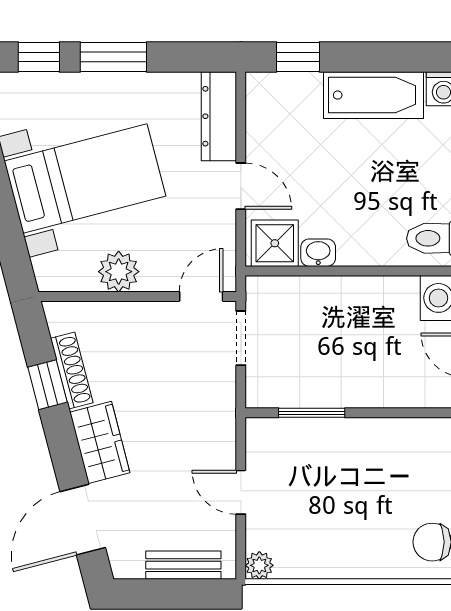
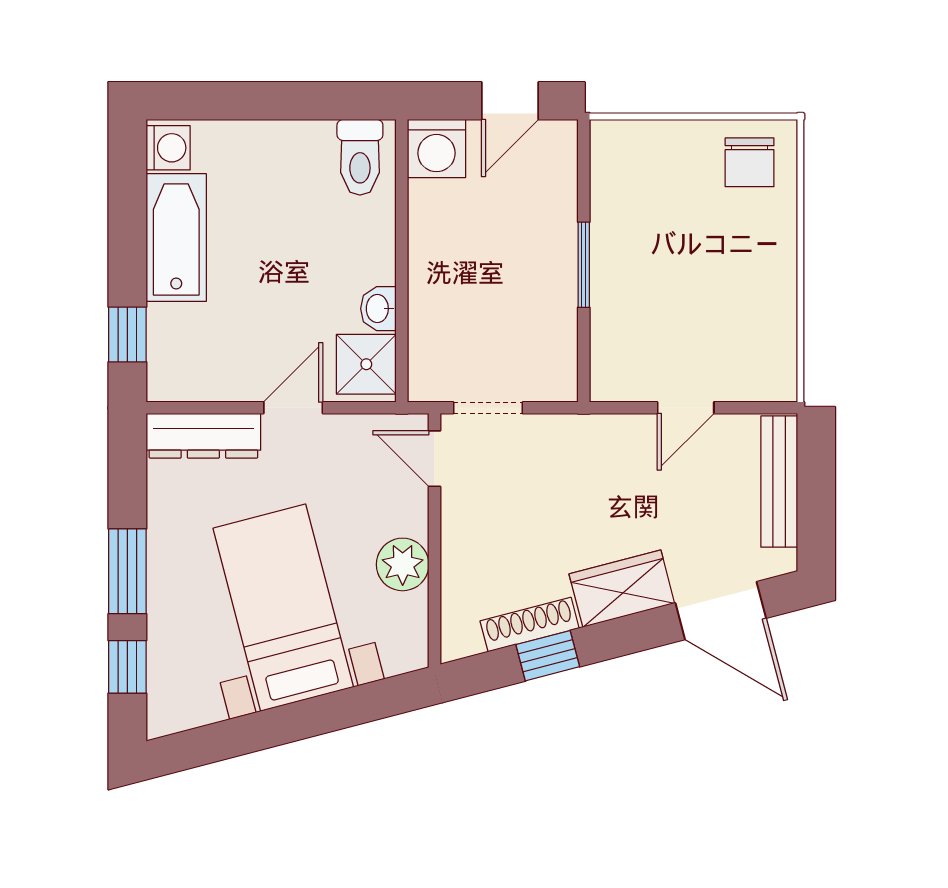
window: (312, 413) -> (584, 265), moved
bench: (183, 565) -> (779, 482), width x1.36
plant: (259, 565) -> (779, 384), removed

